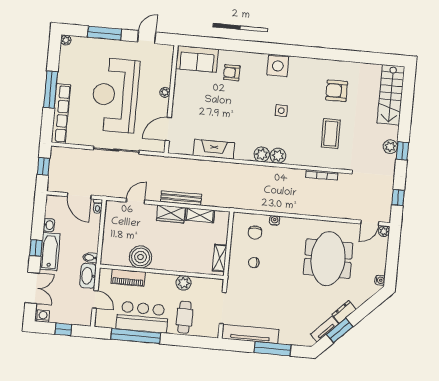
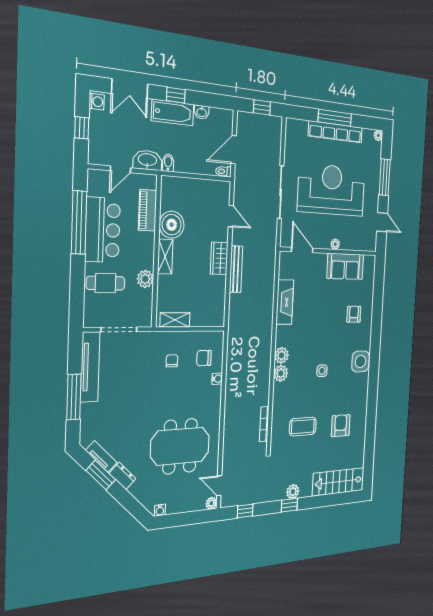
sofa: (197, 59) -> (345, 266), moved, turned -90
row of seats: (61, 114) -> (336, 132), moved
shelving: (200, 215) -> (165, 257), moved

